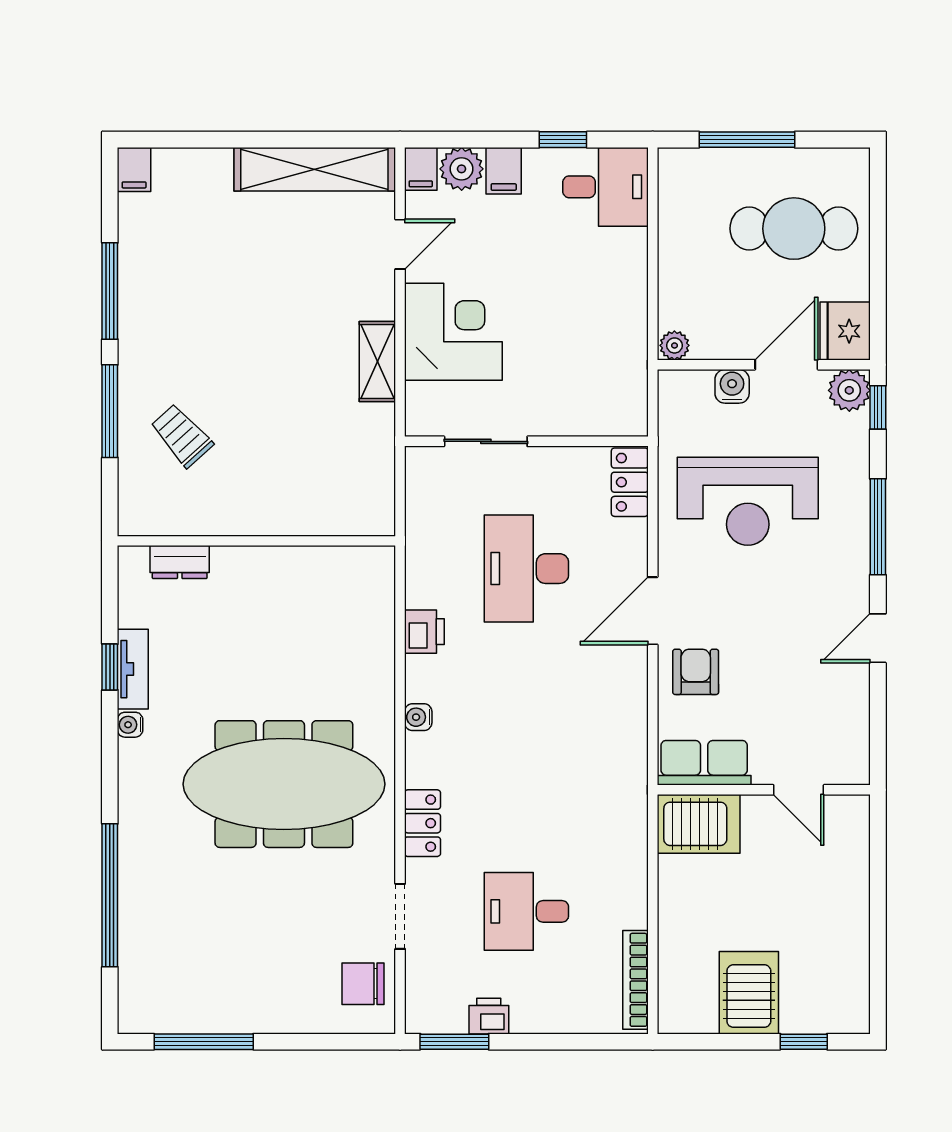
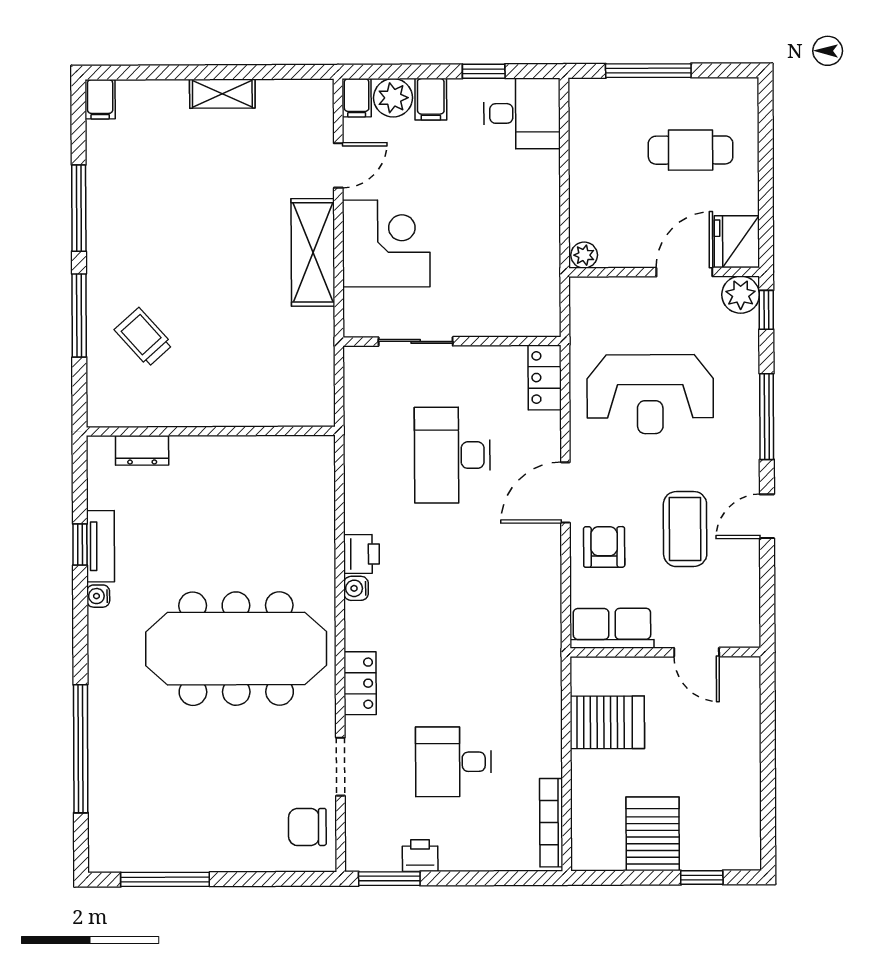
shelving: (314, 169) -> (222, 94), width x0.45, depth x0.75
cafe table: (794, 229) -> (691, 150), width x0.73, depth x0.74
shelving: (377, 361) -> (313, 252), width x1.50, depth x1.33
water cooler: (732, 386) -> (636, 291), removed
printer: (424, 632) -> (361, 554), moved
coffee table: (786, 652) -> (685, 529), added
server rack: (699, 824) -> (607, 722), moved

